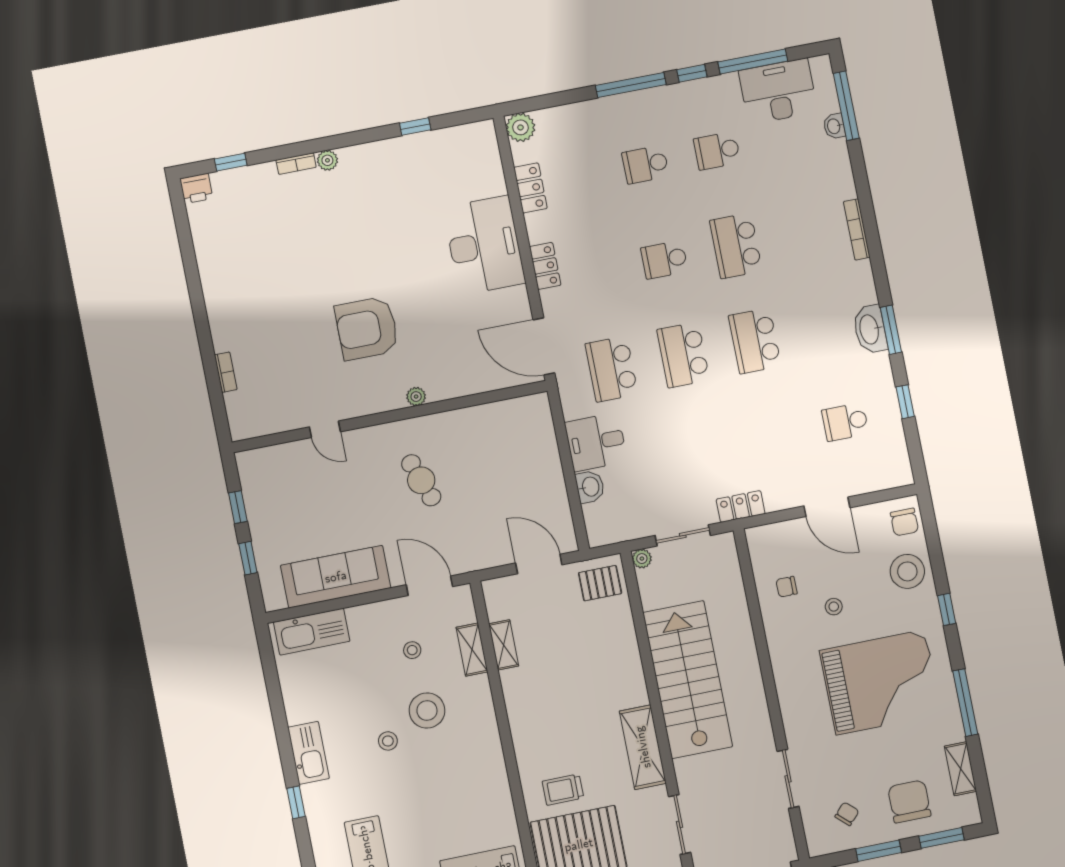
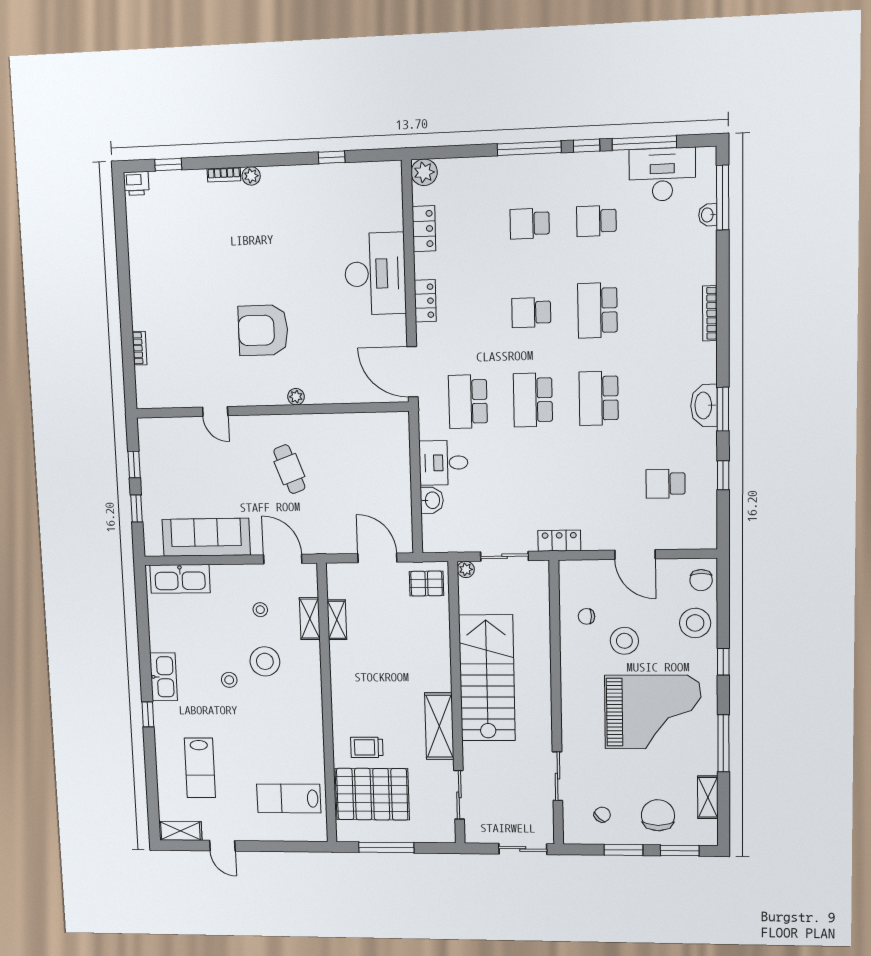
stool: (834, 607) -> (624, 641), width x1.89, depth x1.89

